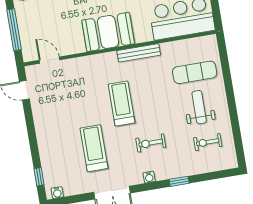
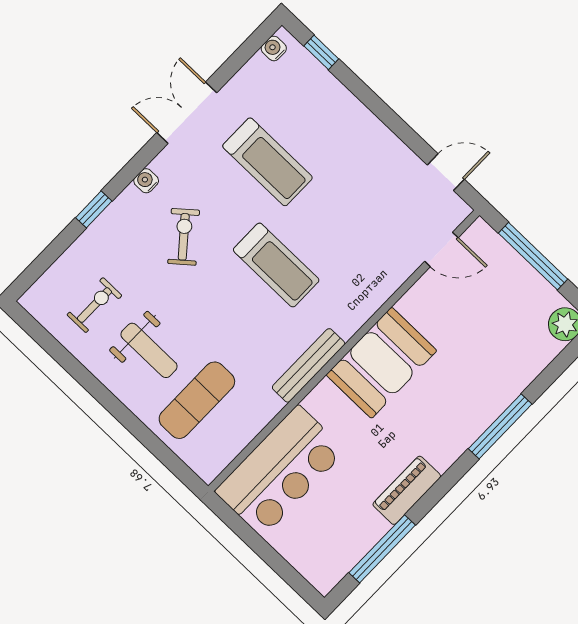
exercise bike: (151, 143) -> (184, 237), turned -40

